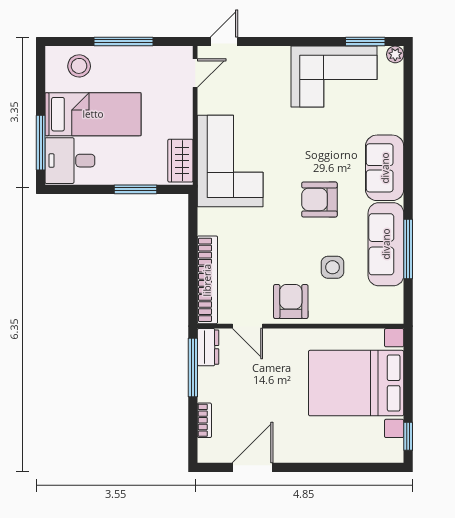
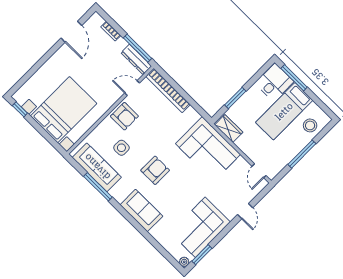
door: (224, 41) -> (245, 211), moved
sofa: (386, 244) -> (97, 167), moved
dresser: (208, 347) -> (136, 60), width x1.44

